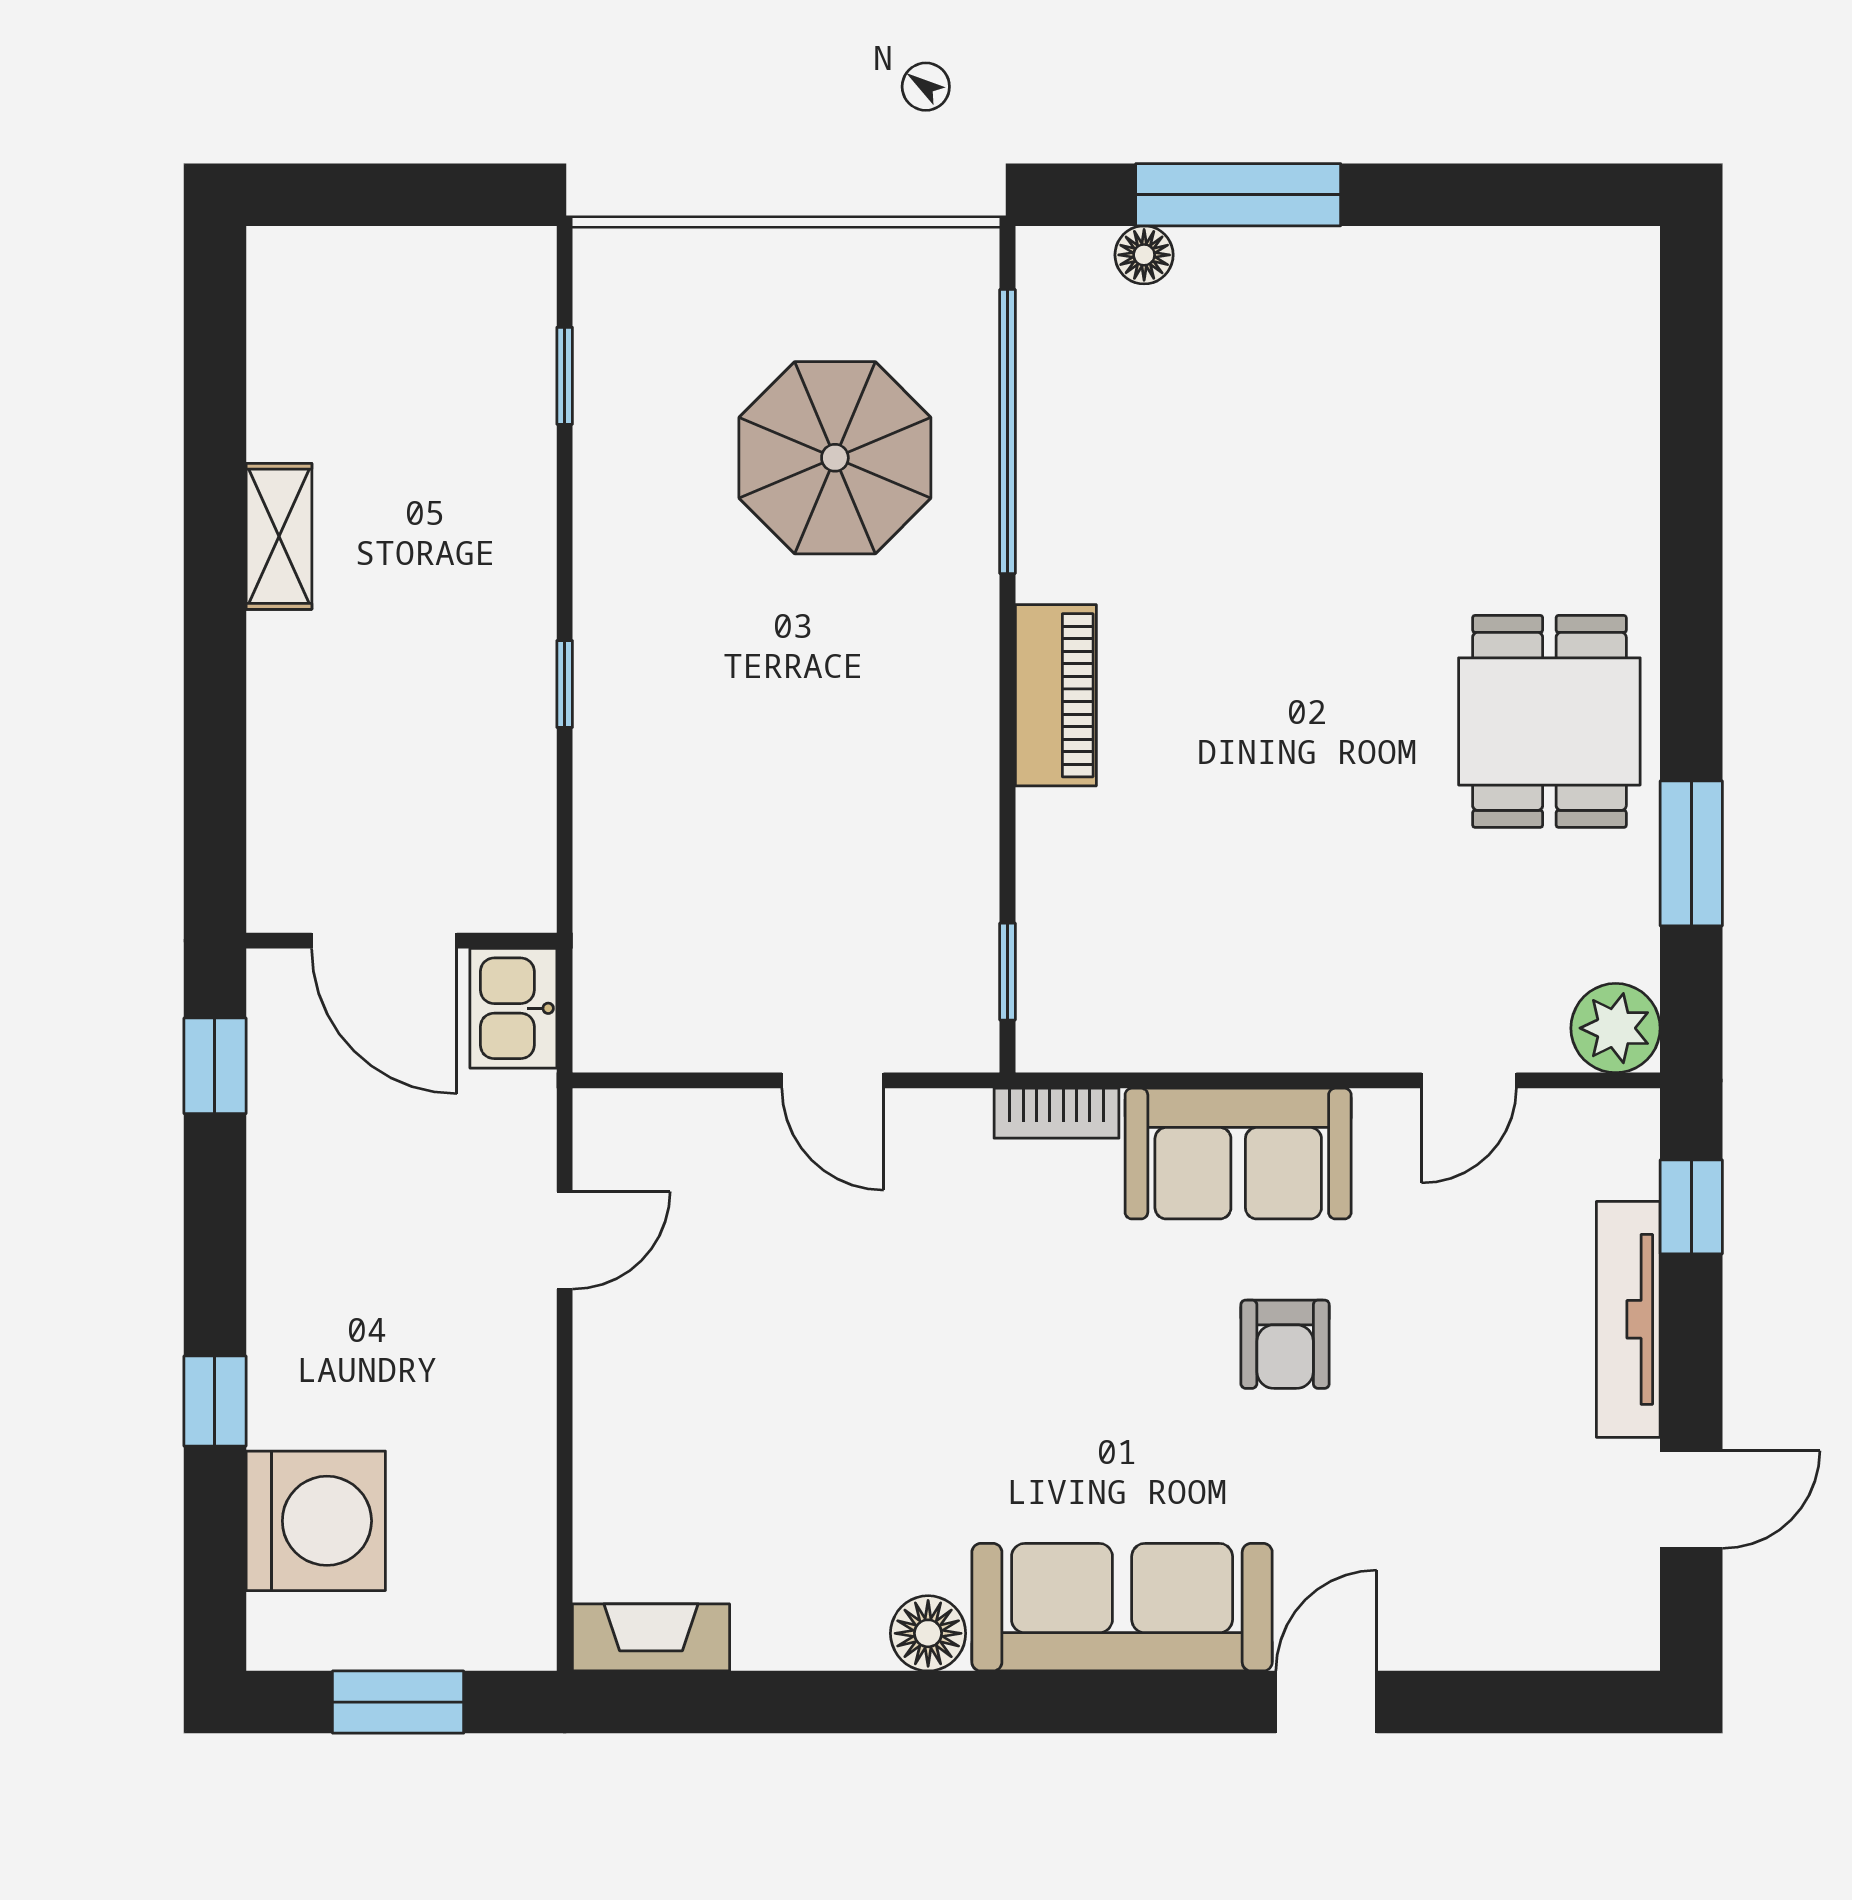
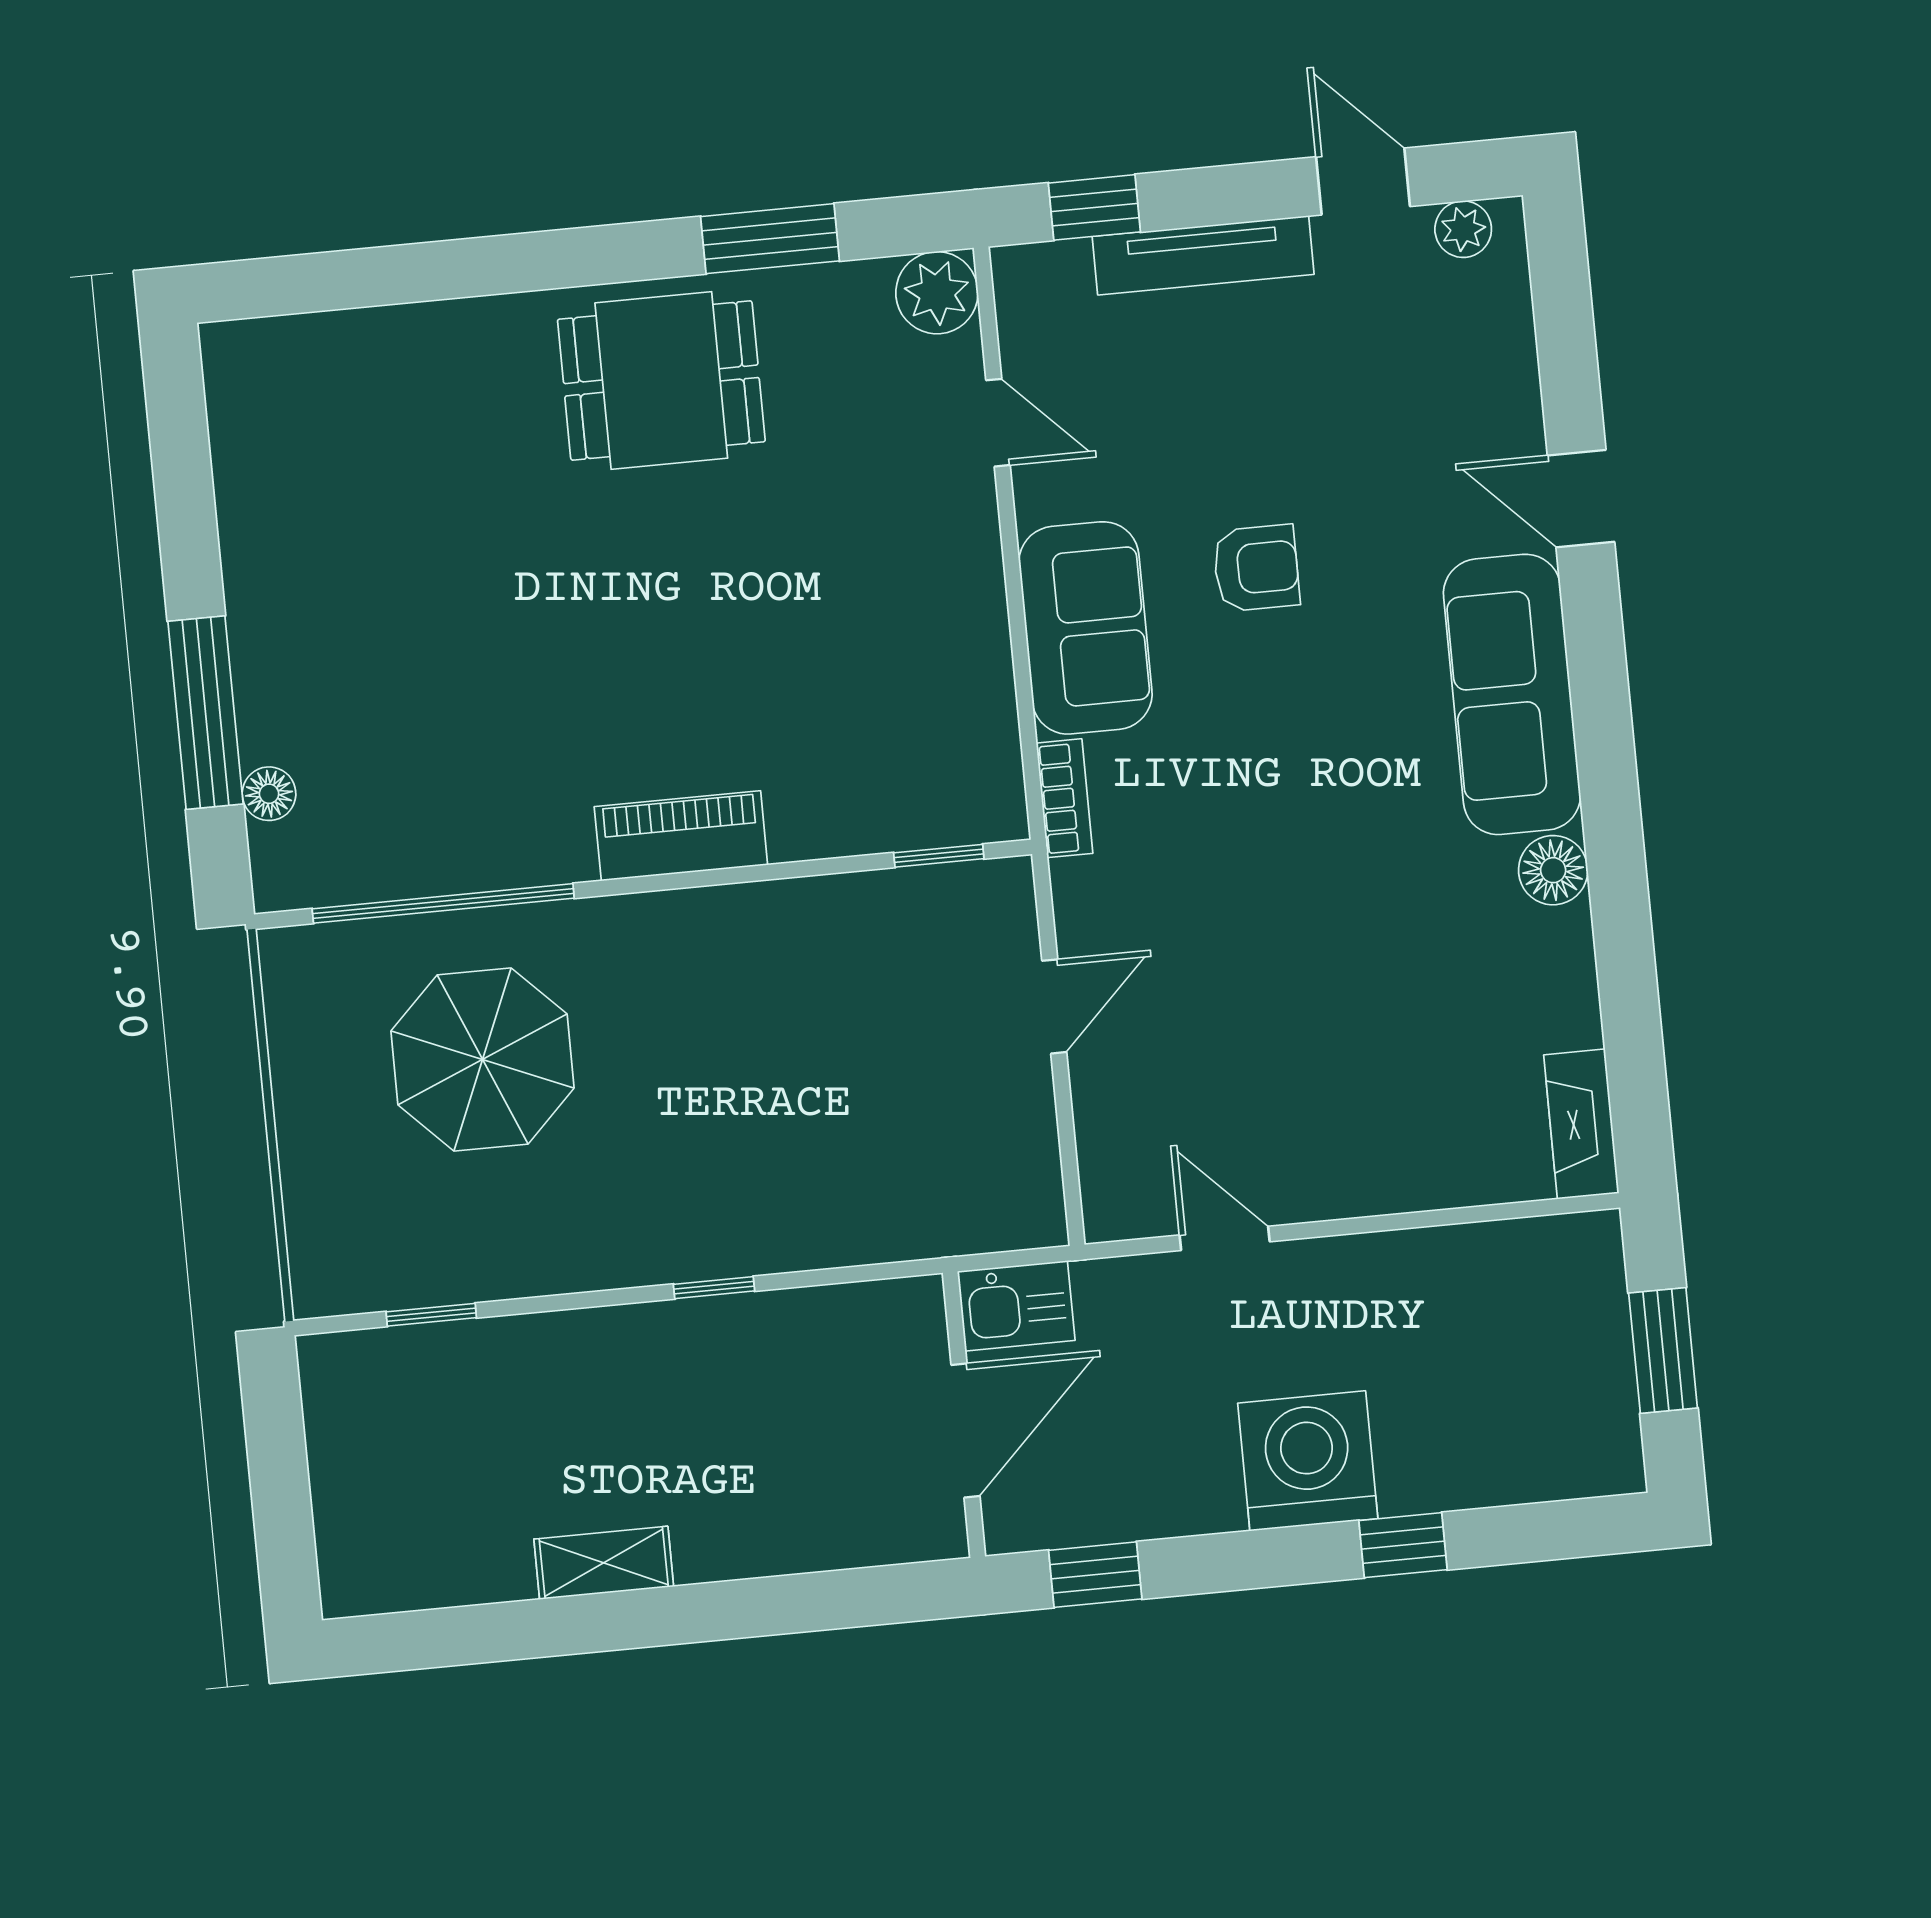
washing machine: (316, 1521) -> (1308, 1461), moved
plant: (1629, 1603) -> (1463, 229), added

